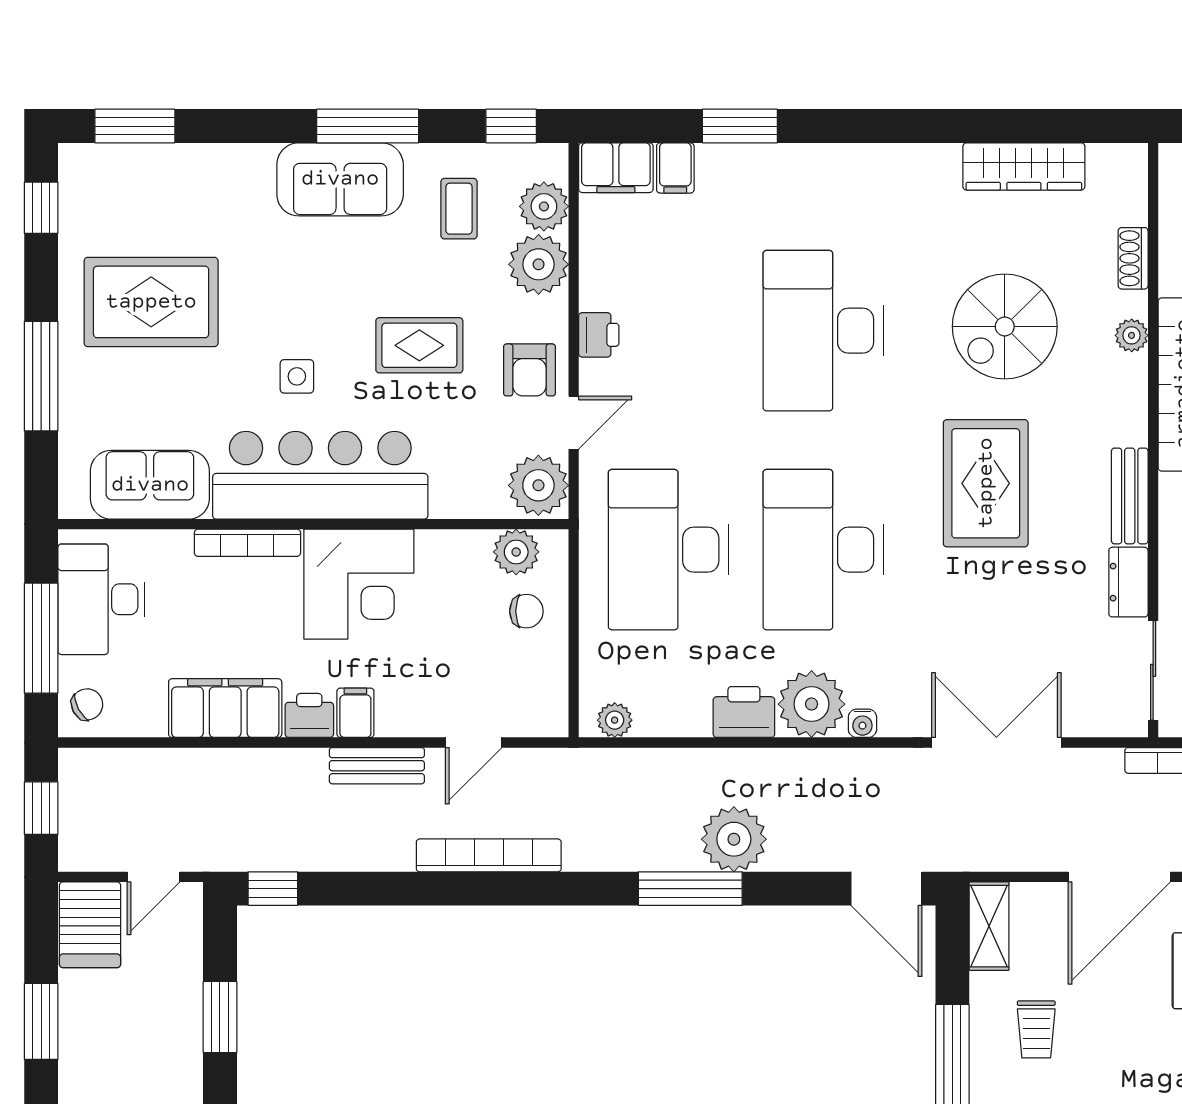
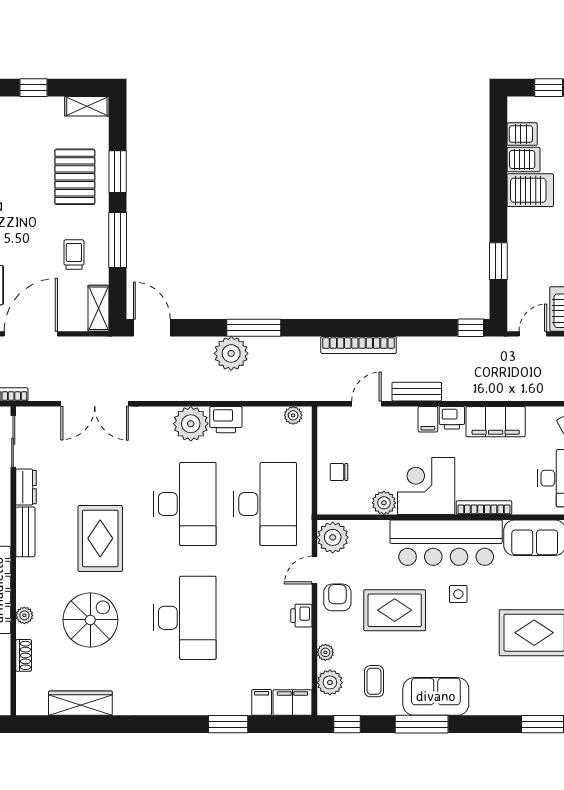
plant: (539, 264) -> (325, 652), width x0.53, depth x0.53
rug: (419, 345) -> (395, 610), width x1.36, depth x1.43
plant: (516, 552) -> (384, 503), moved
water cooler: (862, 723) -> (164, 414), removed

